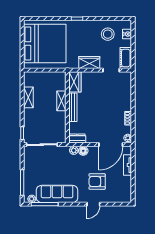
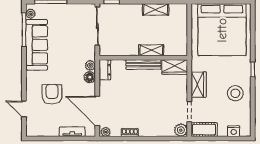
stool: (108, 34) -> (235, 93), moved
plant: (126, 77) -> (181, 130), added
door: (93, 204) -> (24, 109), moved

